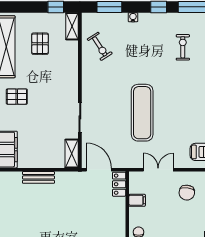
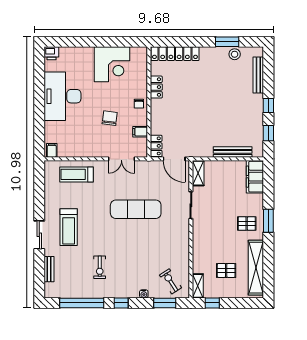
pallet: (40, 44) -> (226, 270), turned 90
exercise bike: (100, 46) -> (170, 281), moved
exercise mat: (142, 113) -> (136, 209), turned 90
bench: (38, 177) -> (233, 152), width x1.36
chair: (187, 193) -> (110, 118), moved

